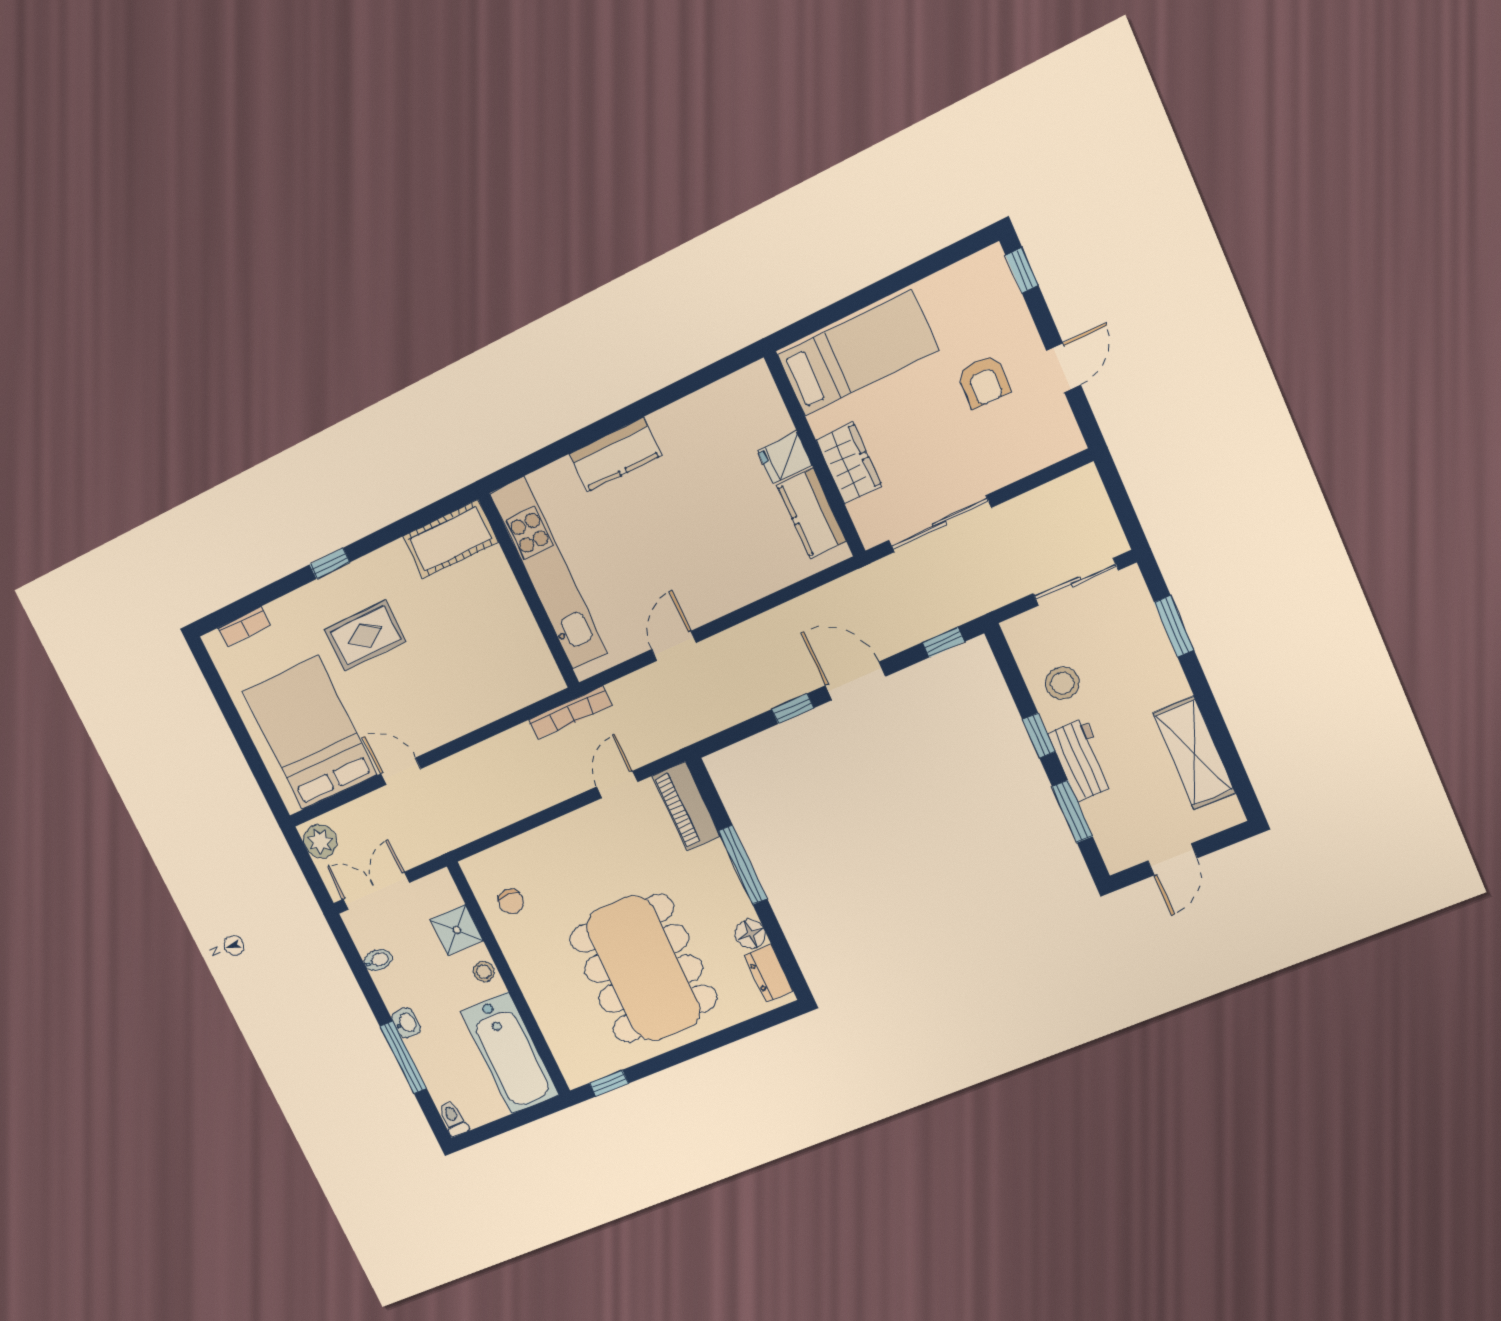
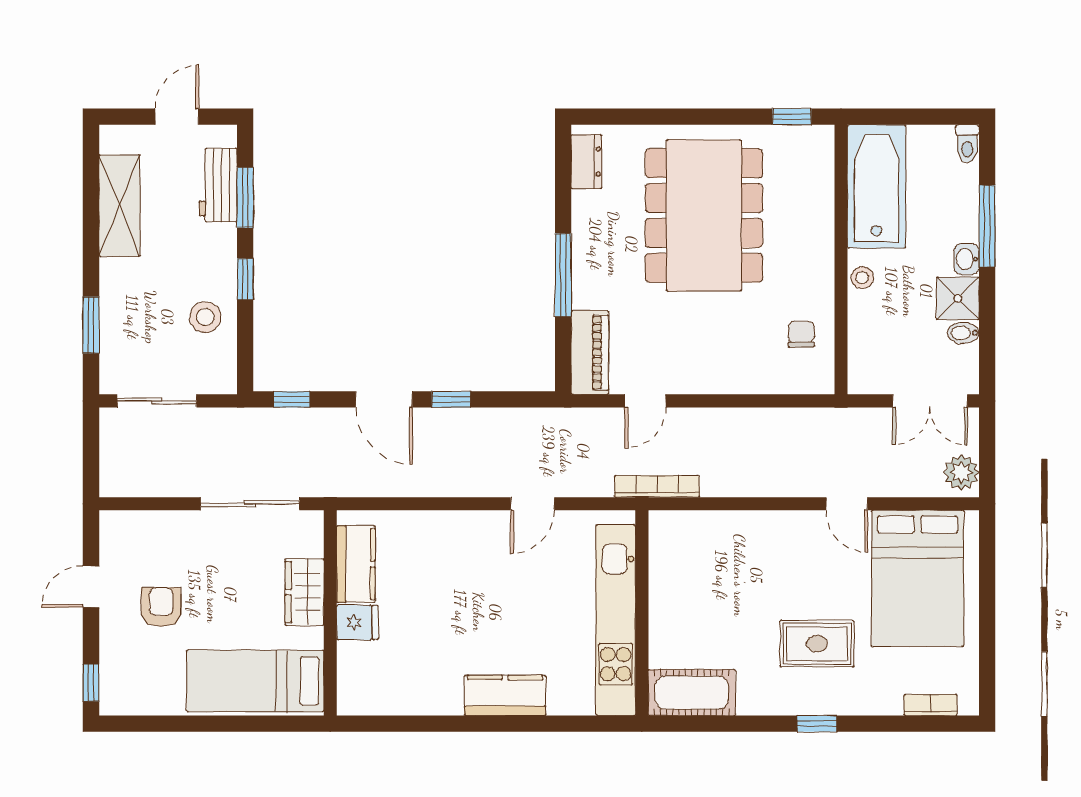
workbench: (1081, 760) -> (218, 185), moved
shower: (457, 930) -> (958, 298), moved
floor lamp: (750, 934) -> (586, 207), removed

